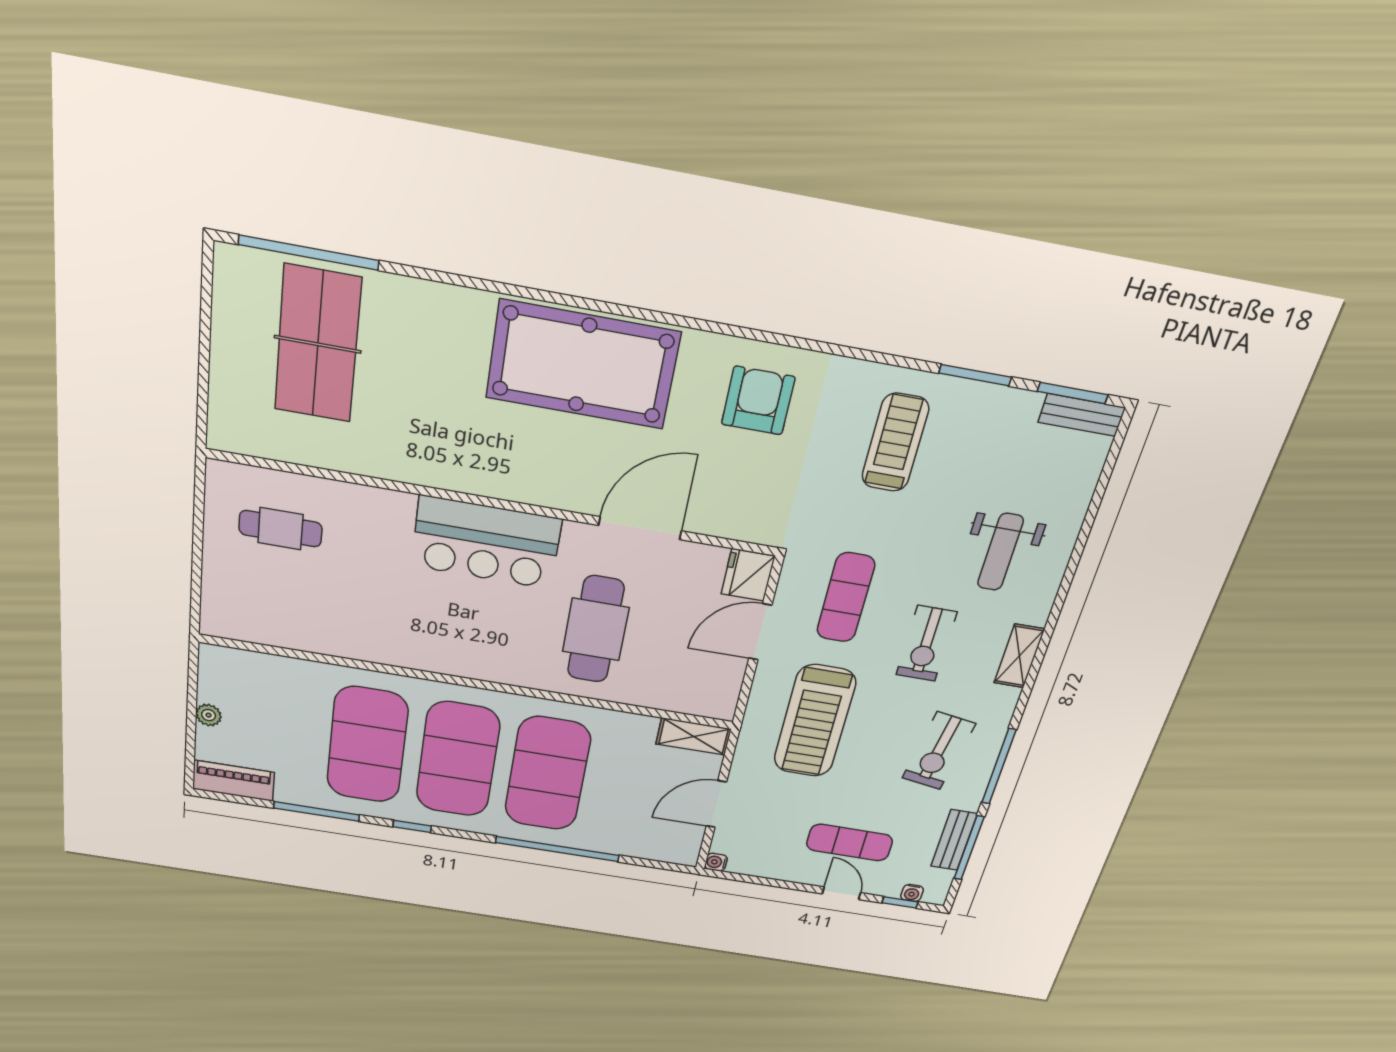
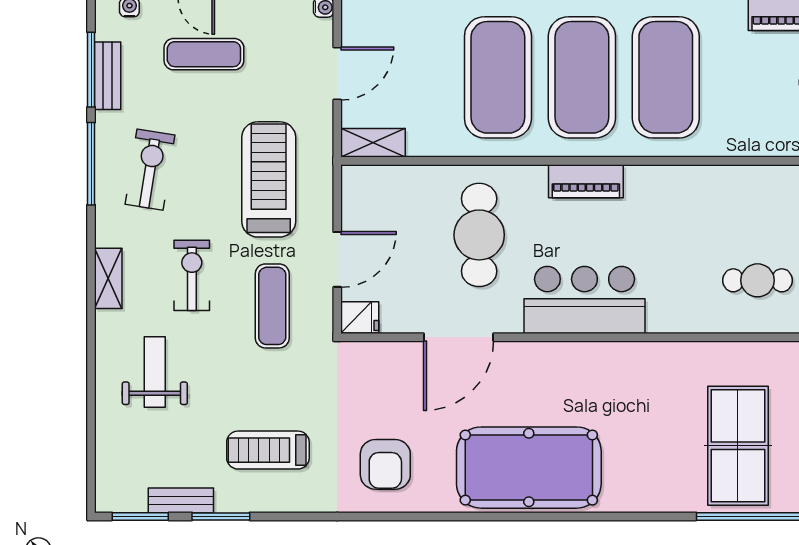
bench: (1082, 415) -> (181, 500), moved
treadmill: (895, 443) -> (268, 450), turned 90
fridge: (748, 575) -> (360, 317), width x0.72
piano: (467, 662) -> (586, 181), added

